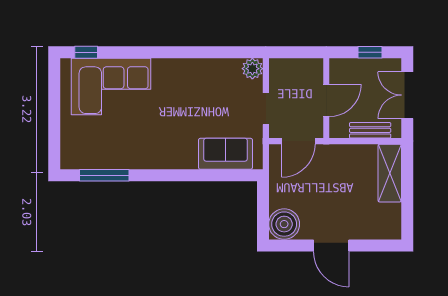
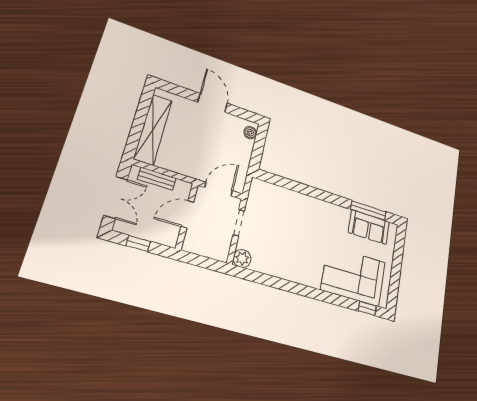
sofa: (225, 154) -> (369, 227), moved
shelving: (390, 173) -> (153, 129), width x1.47
boiler: (284, 224) -> (250, 133), width x0.54, depth x0.54

